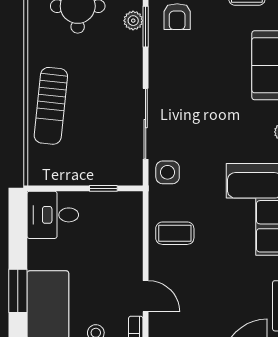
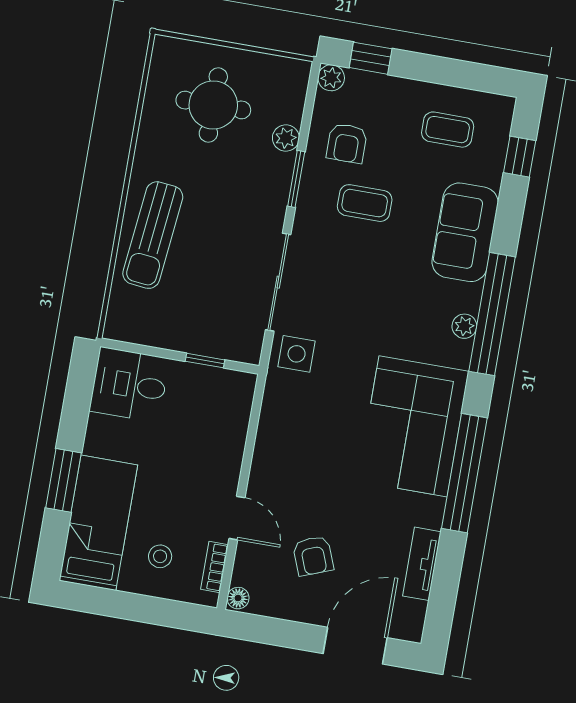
window: (146, 27) -> (296, 179), moved
coffee table: (175, 233) -> (365, 203), moved
armchair: (204, 313) -> (313, 556), added

